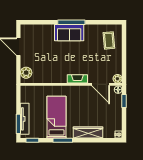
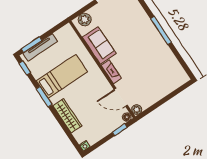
sofa: (69, 33) -> (99, 45), moved, turned 180
coffee table: (109, 40) -> (167, 77), removed
door: (101, 84) -> (121, 97), hinge flipped

